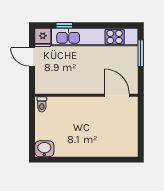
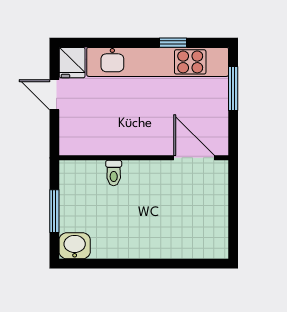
window: (64, 25) -> (173, 43), moved
toilet: (42, 104) -> (114, 173), moved
window: (32, 128) -> (54, 211), added

